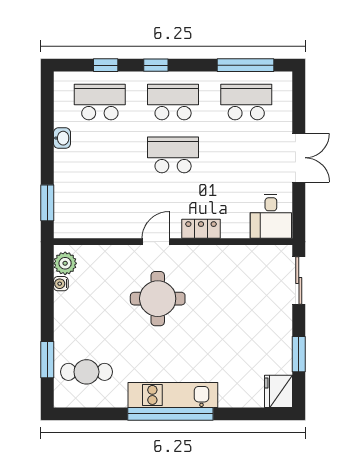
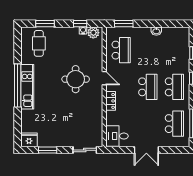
school desk: (100, 102) -> (121, 50), moved
window: (47, 290) -> (80, 24), added

